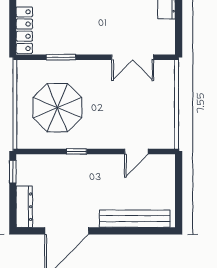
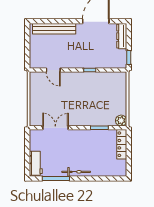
plant: (25, 69) -> (121, 121), added
parasol: (57, 108) -> (102, 97), removed
door: (136, 151) -> (53, 70), swing flipped

